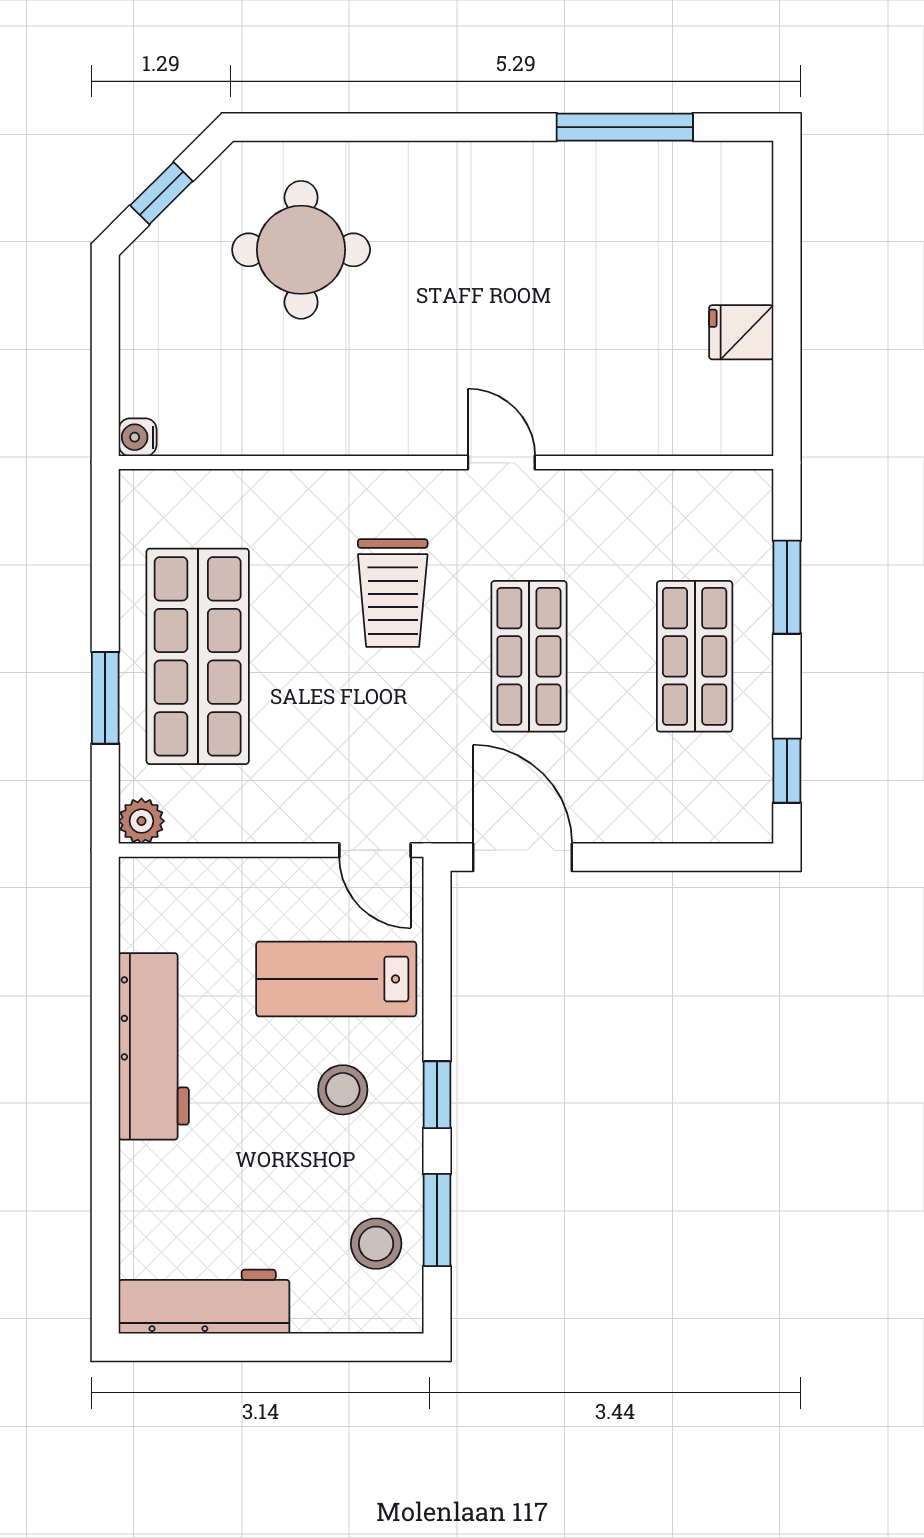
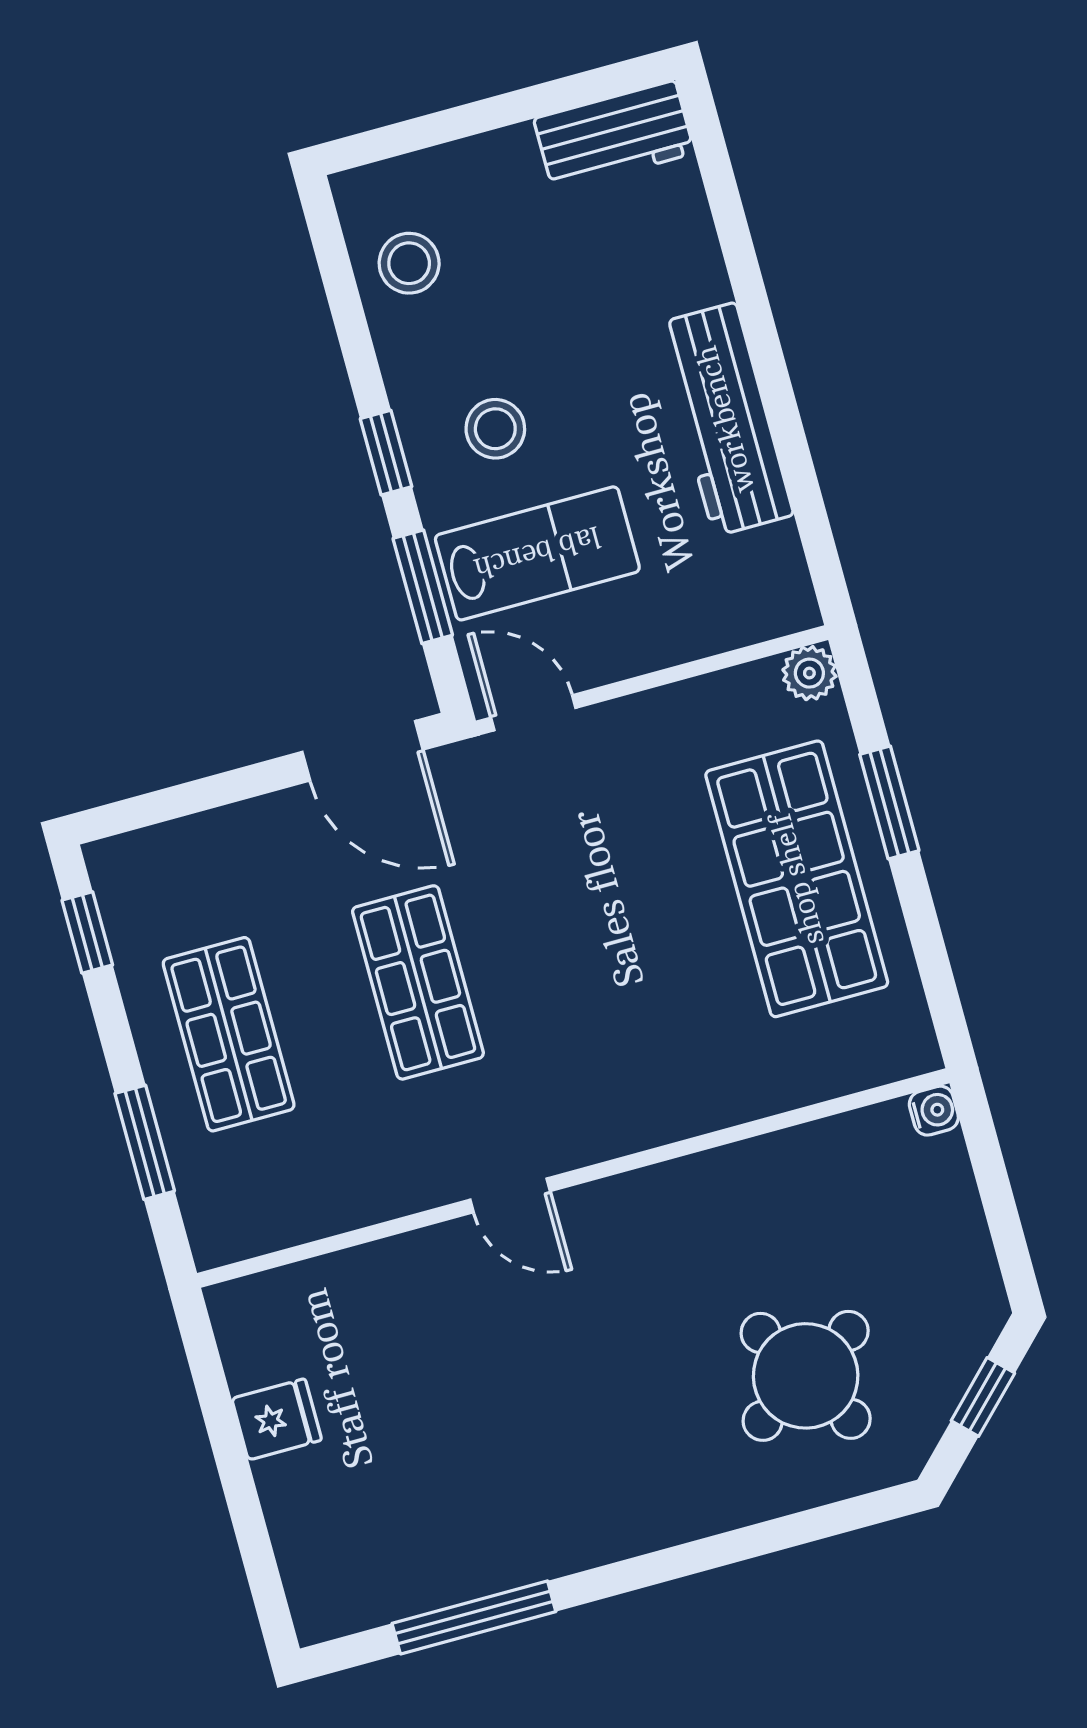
round table: (301, 250) -> (806, 1376), turned -31
trolley: (393, 593) -> (594, 1012), removed
window: (437, 1220) -> (423, 587), moved
workbench: (204, 1302) -> (614, 136), width x0.73

